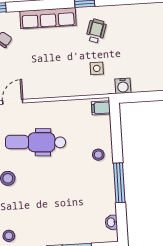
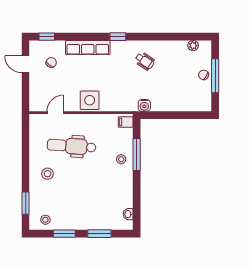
wheelchair: (96, 31) -> (145, 61), moved, turned 106
side table: (97, 68) -> (90, 100), moved, width x1.87, depth x1.87
window: (119, 183) -> (137, 154), moved

